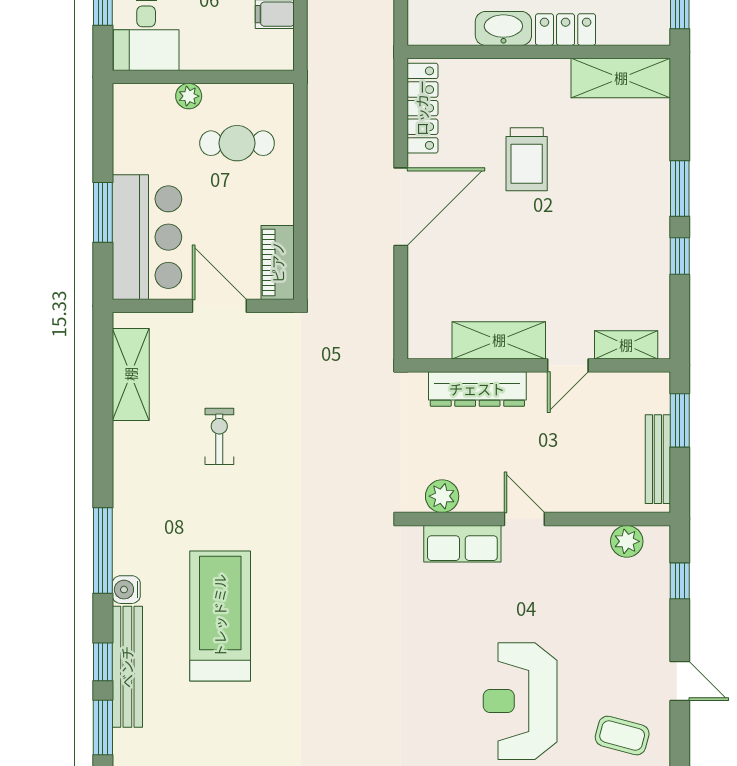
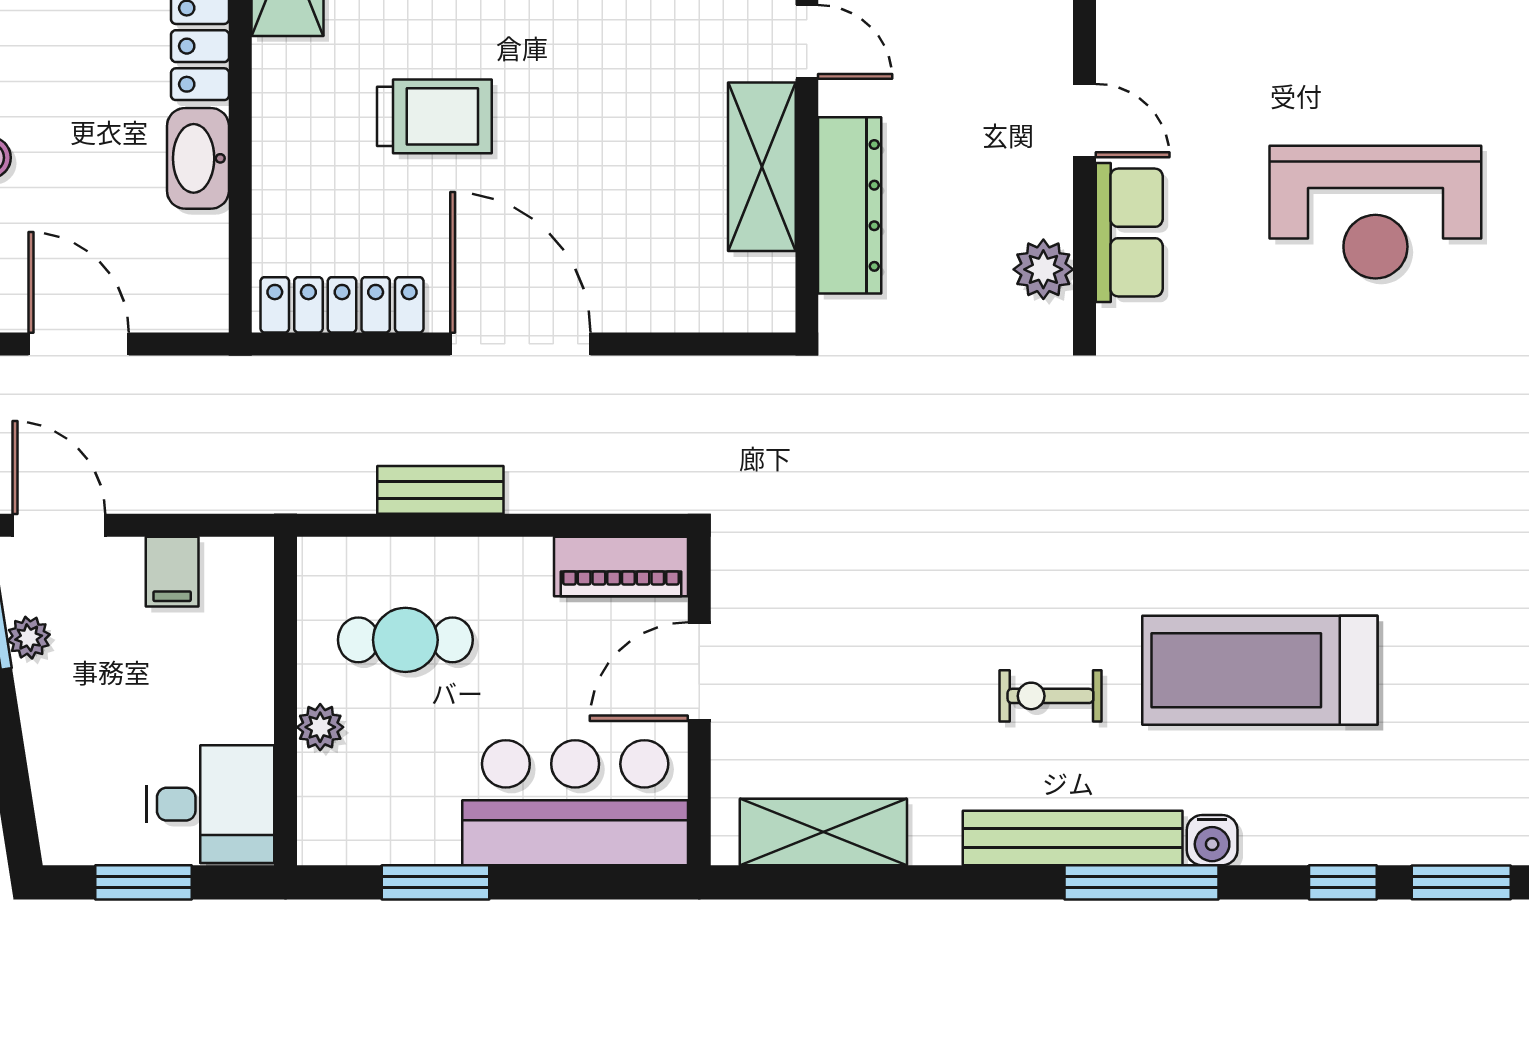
cafe table: (237, 143) -> (405, 640), turned 90
bench: (320, 163) -> (440, 490), added
window: (103, 212) -> (435, 882), moved
exercise bike: (219, 436) -> (1050, 696), moved
door: (524, 519) -> (1085, 121), swing flipped
bench: (127, 667) -> (1073, 838), moved
reception desk: (520, 701) -> (1375, 212), moved

